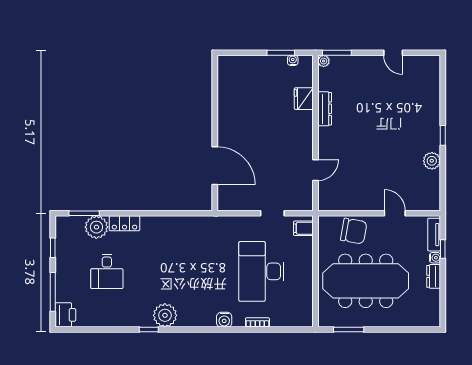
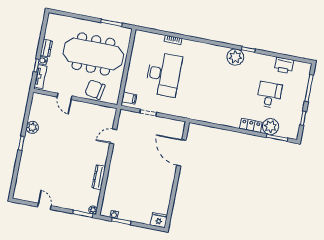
fridge: (304, 99) -> (159, 220), moved, turned -90
printer: (65, 315) -> (284, 65), moved, turned -90
water cooler: (224, 320) -> (195, 46), removed

